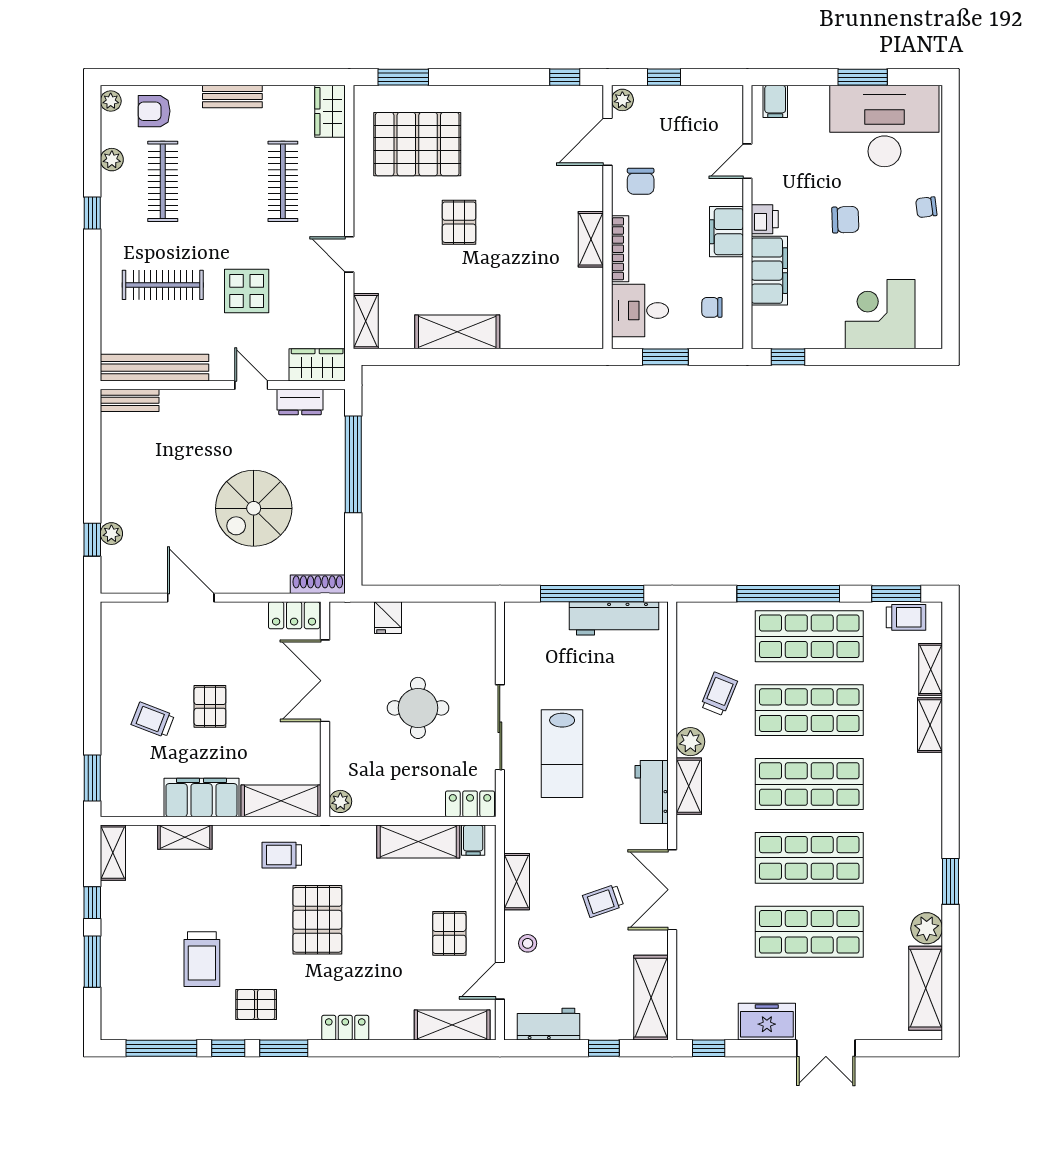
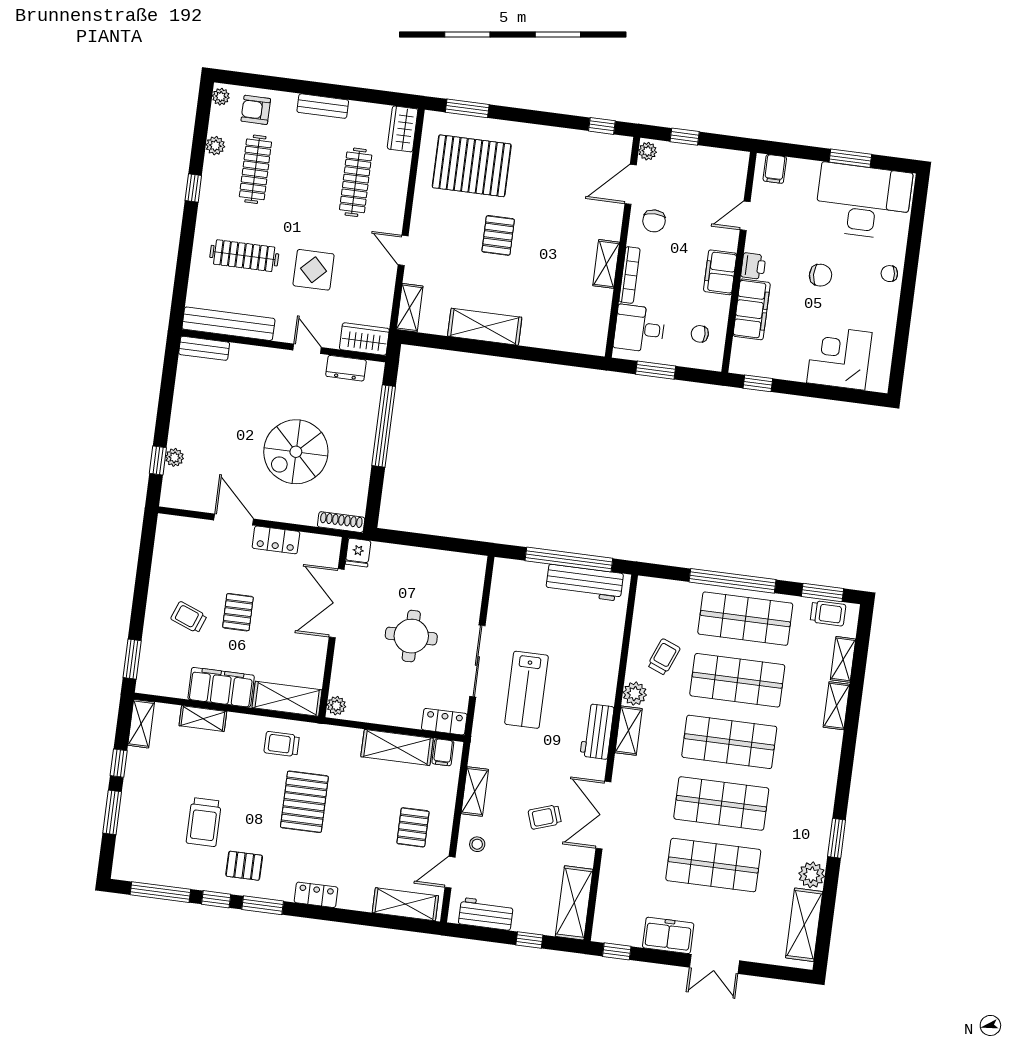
locker: (294, 615) -> (276, 540), moved
fridge: (388, 618) -> (358, 553), moved

